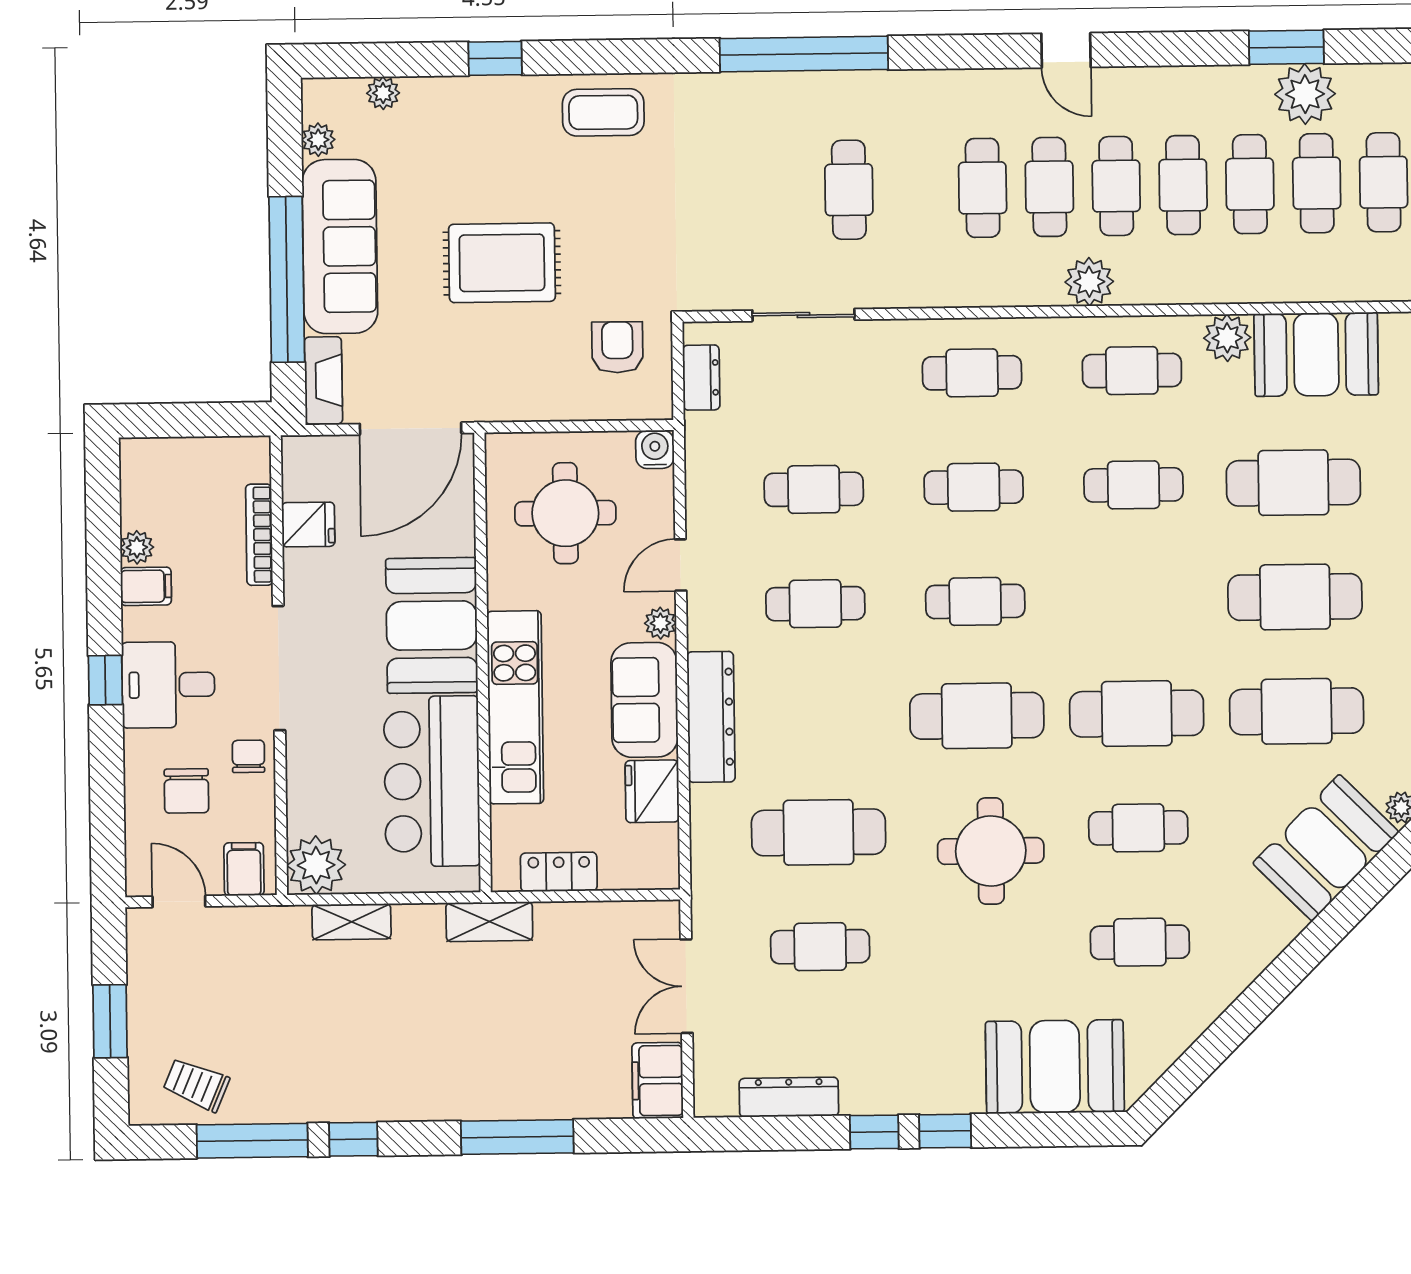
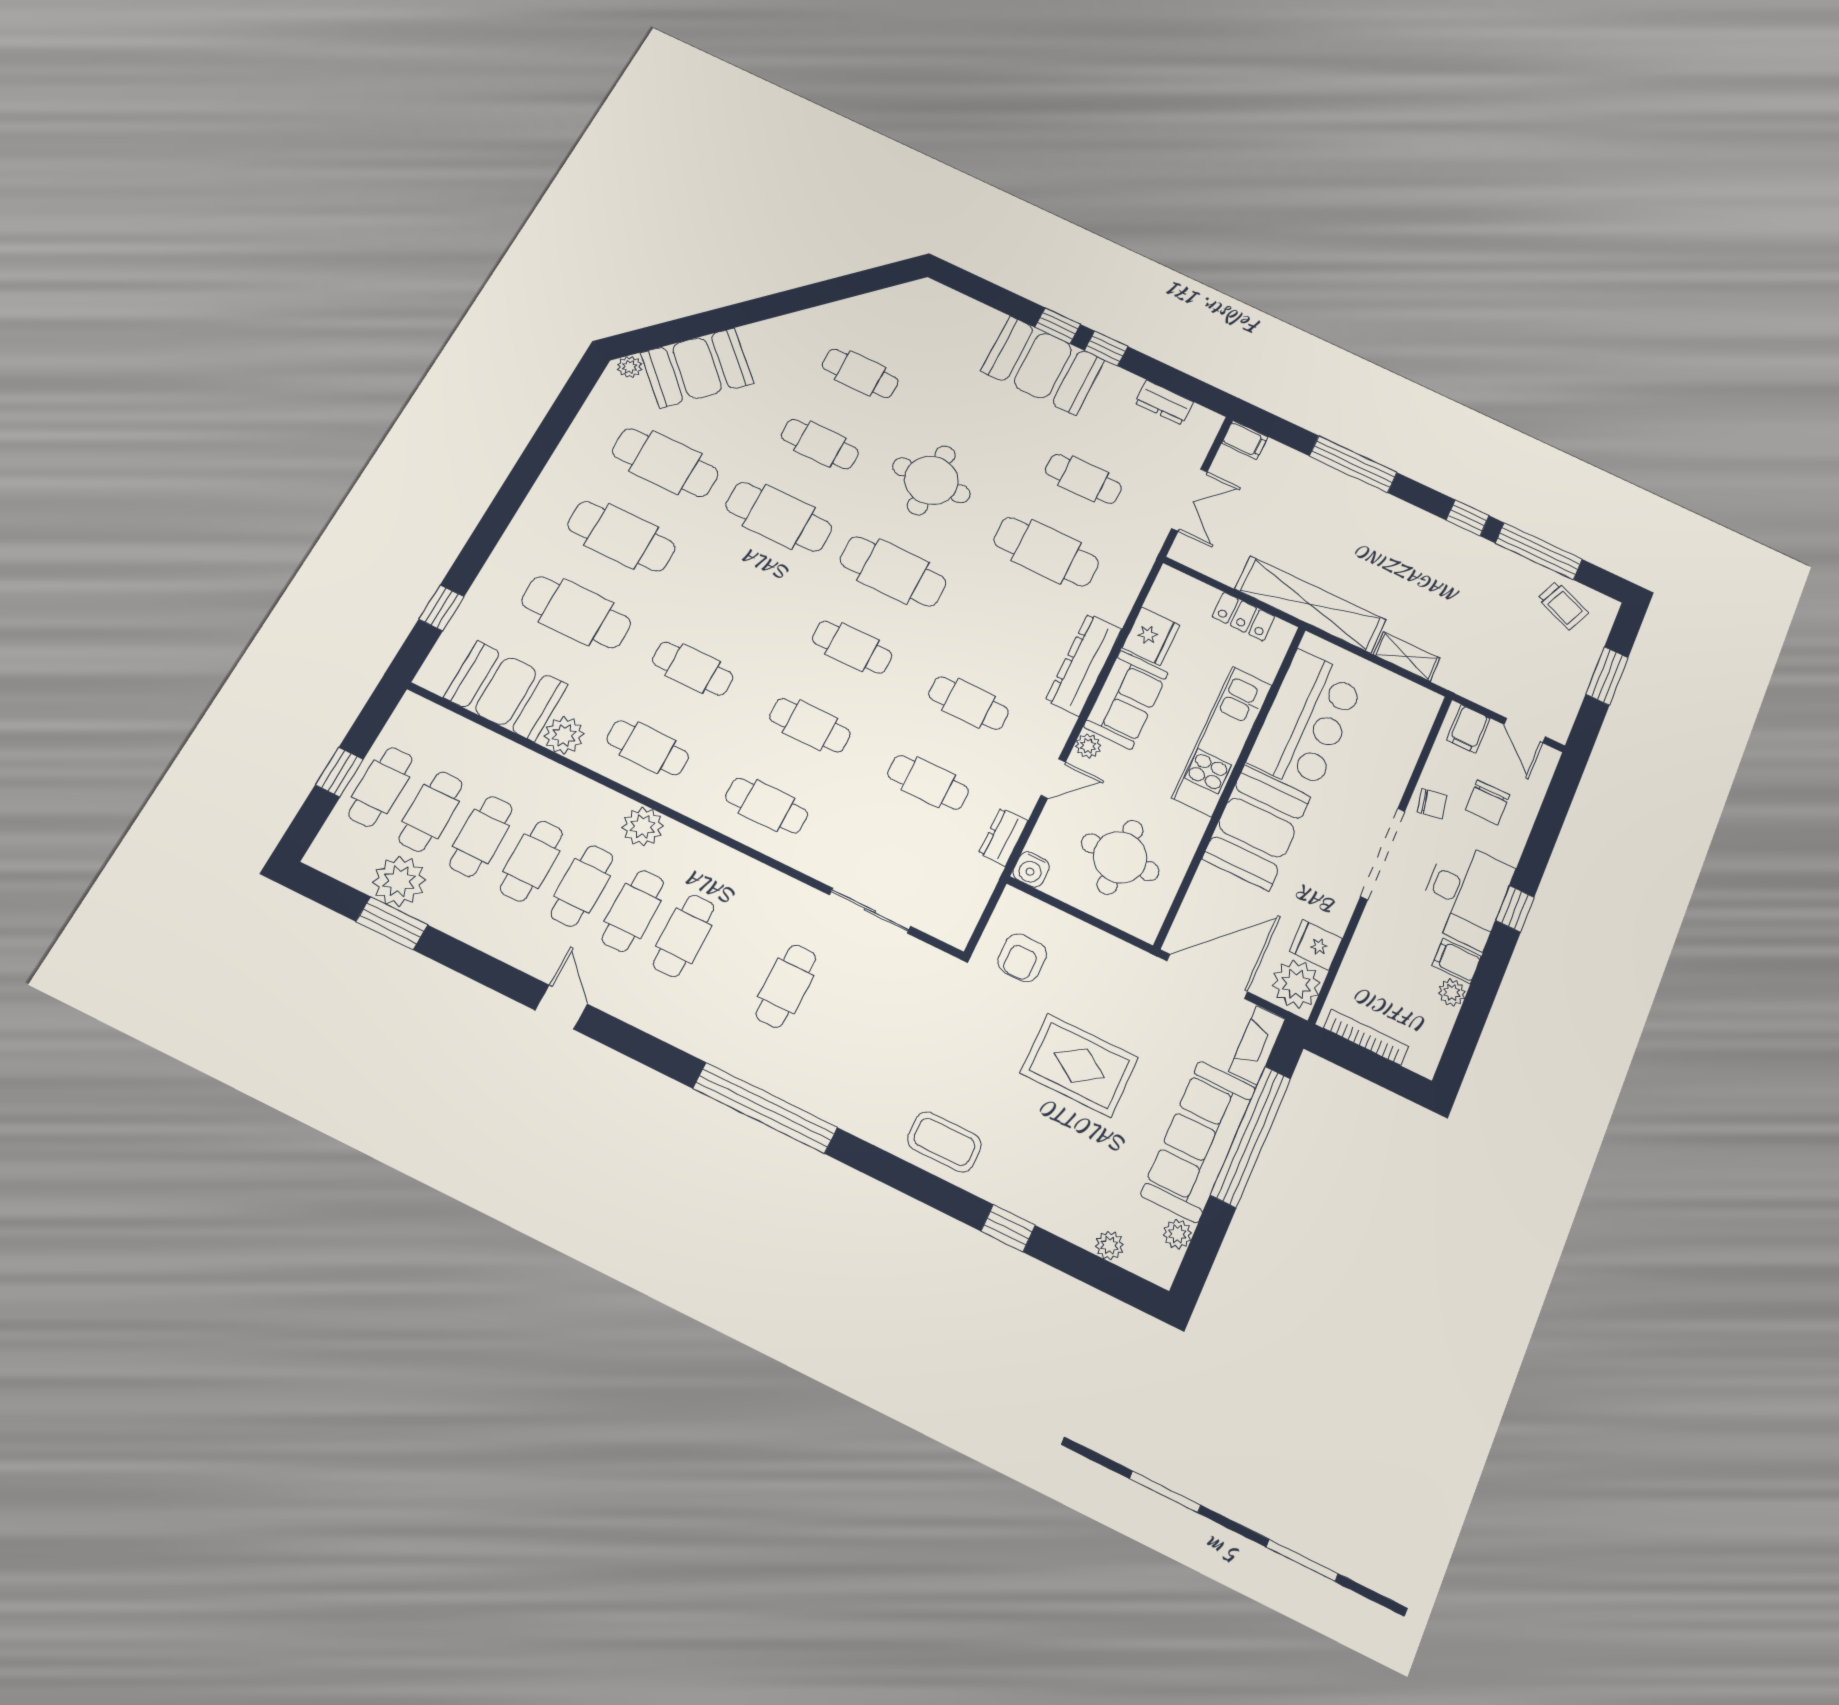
dresser: (701, 378) -> (1003, 837), moved
bookcase: (259, 535) -> (1366, 1037), moved, turned -90
desk: (168, 685) -> (1465, 894), width x1.37
chair: (248, 756) -> (1432, 804), turned -101
chair: (186, 791) -> (1487, 802), turned 180
plant: (316, 865) -> (1296, 984), moved
shelving: (489, 922) -> (1310, 604), width x2.20, depth x1.33
booth: (1055, 1067) -> (1043, 366), moved
filing cabinet: (658, 1081) -> (1245, 440), width x0.50
dresser: (789, 1097) -> (1164, 402), width x0.70

